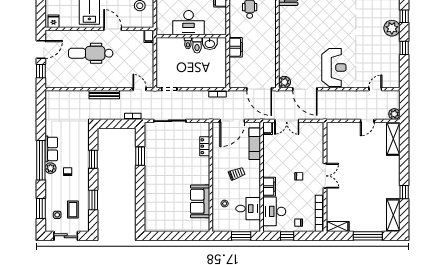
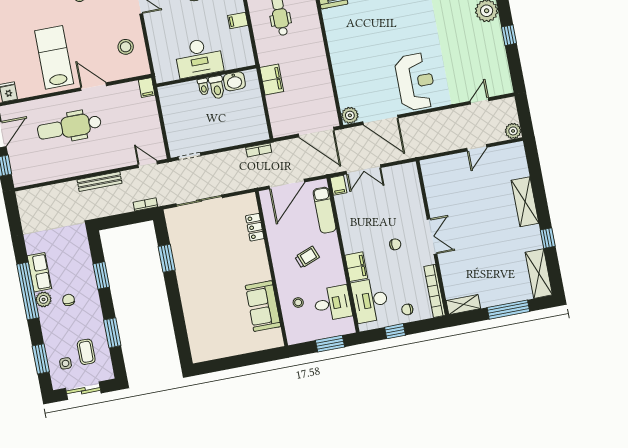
shelving: (393, 139) -> (525, 202), moved

